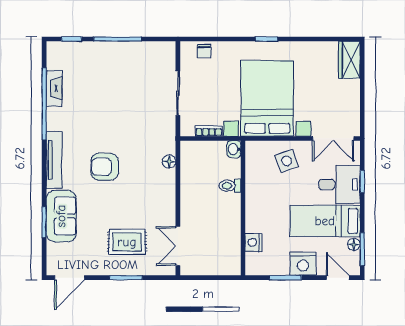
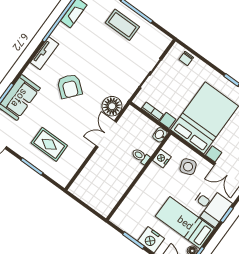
coffee table: (113, 64) -> (122, 25), added
tv unit: (54, 160) -> (44, 53), width x0.71
floor lamp: (169, 161) -> (112, 106), width x1.89, depth x1.89
armchair: (105, 167) -> (70, 86), turned -140
nightstand: (254, 242) -> (162, 158), moved
double door: (178, 246) -> (106, 134), moved

